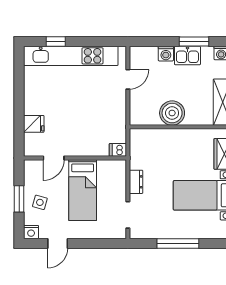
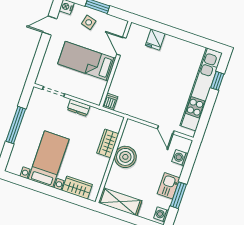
washing machine: (166, 54) -> (180, 158), moved
wardrobe: (164, 137) -> (108, 143), added
door: (58, 243) -> (50, 26), hinge flipped

